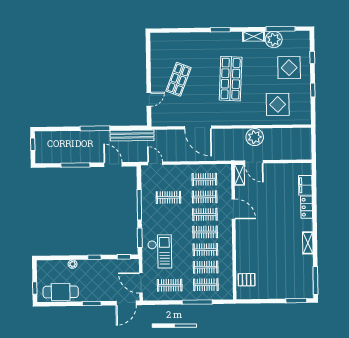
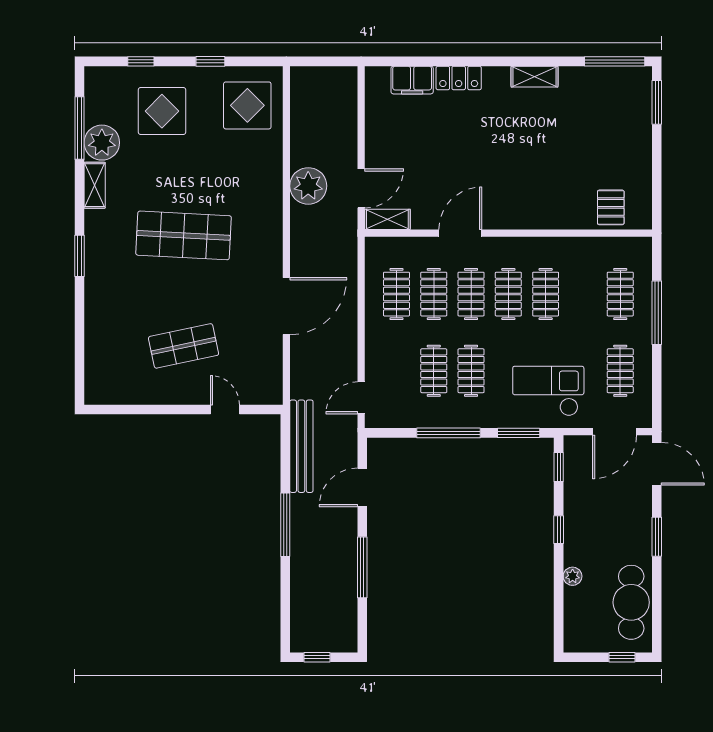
shop shelf: (178, 79) -> (184, 346), turned -33
display table: (278, 104) -> (247, 105), moved
clothes rail: (206, 267) -> (471, 371), moved

